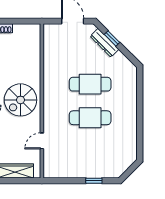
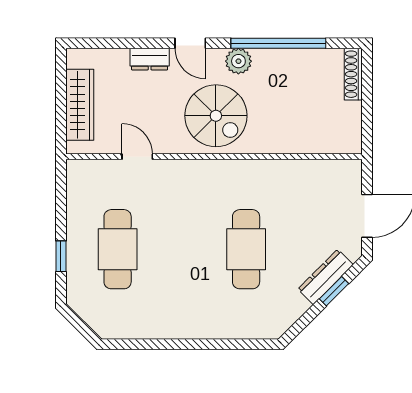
spiral stairs: (20, 100) -> (216, 116), turned 180
cafe table: (90, 118) -> (118, 249), moved

